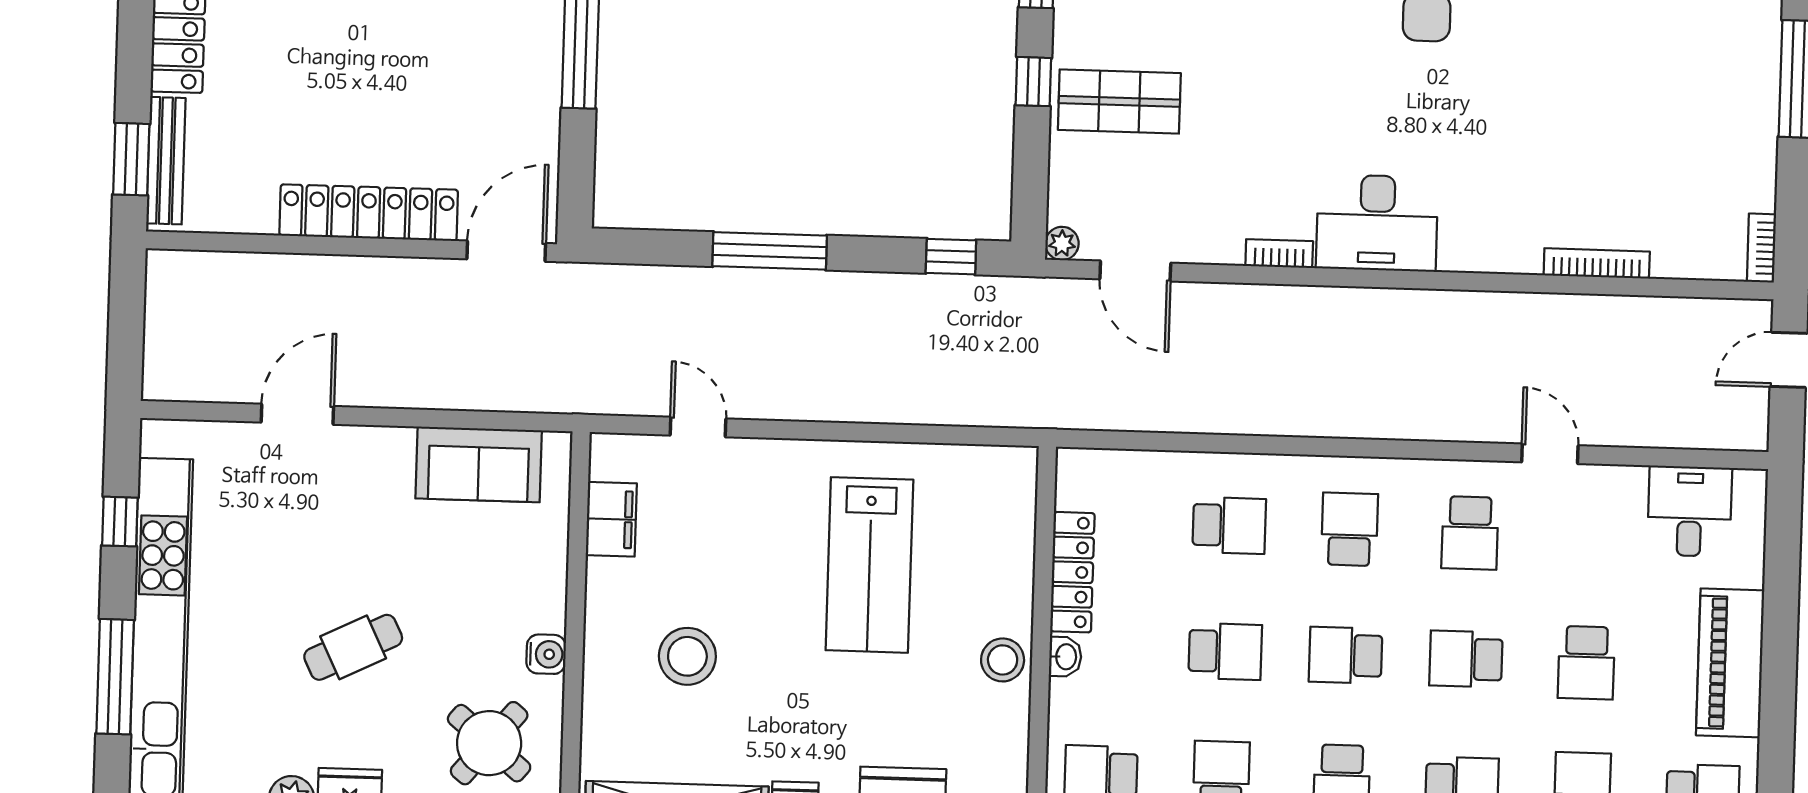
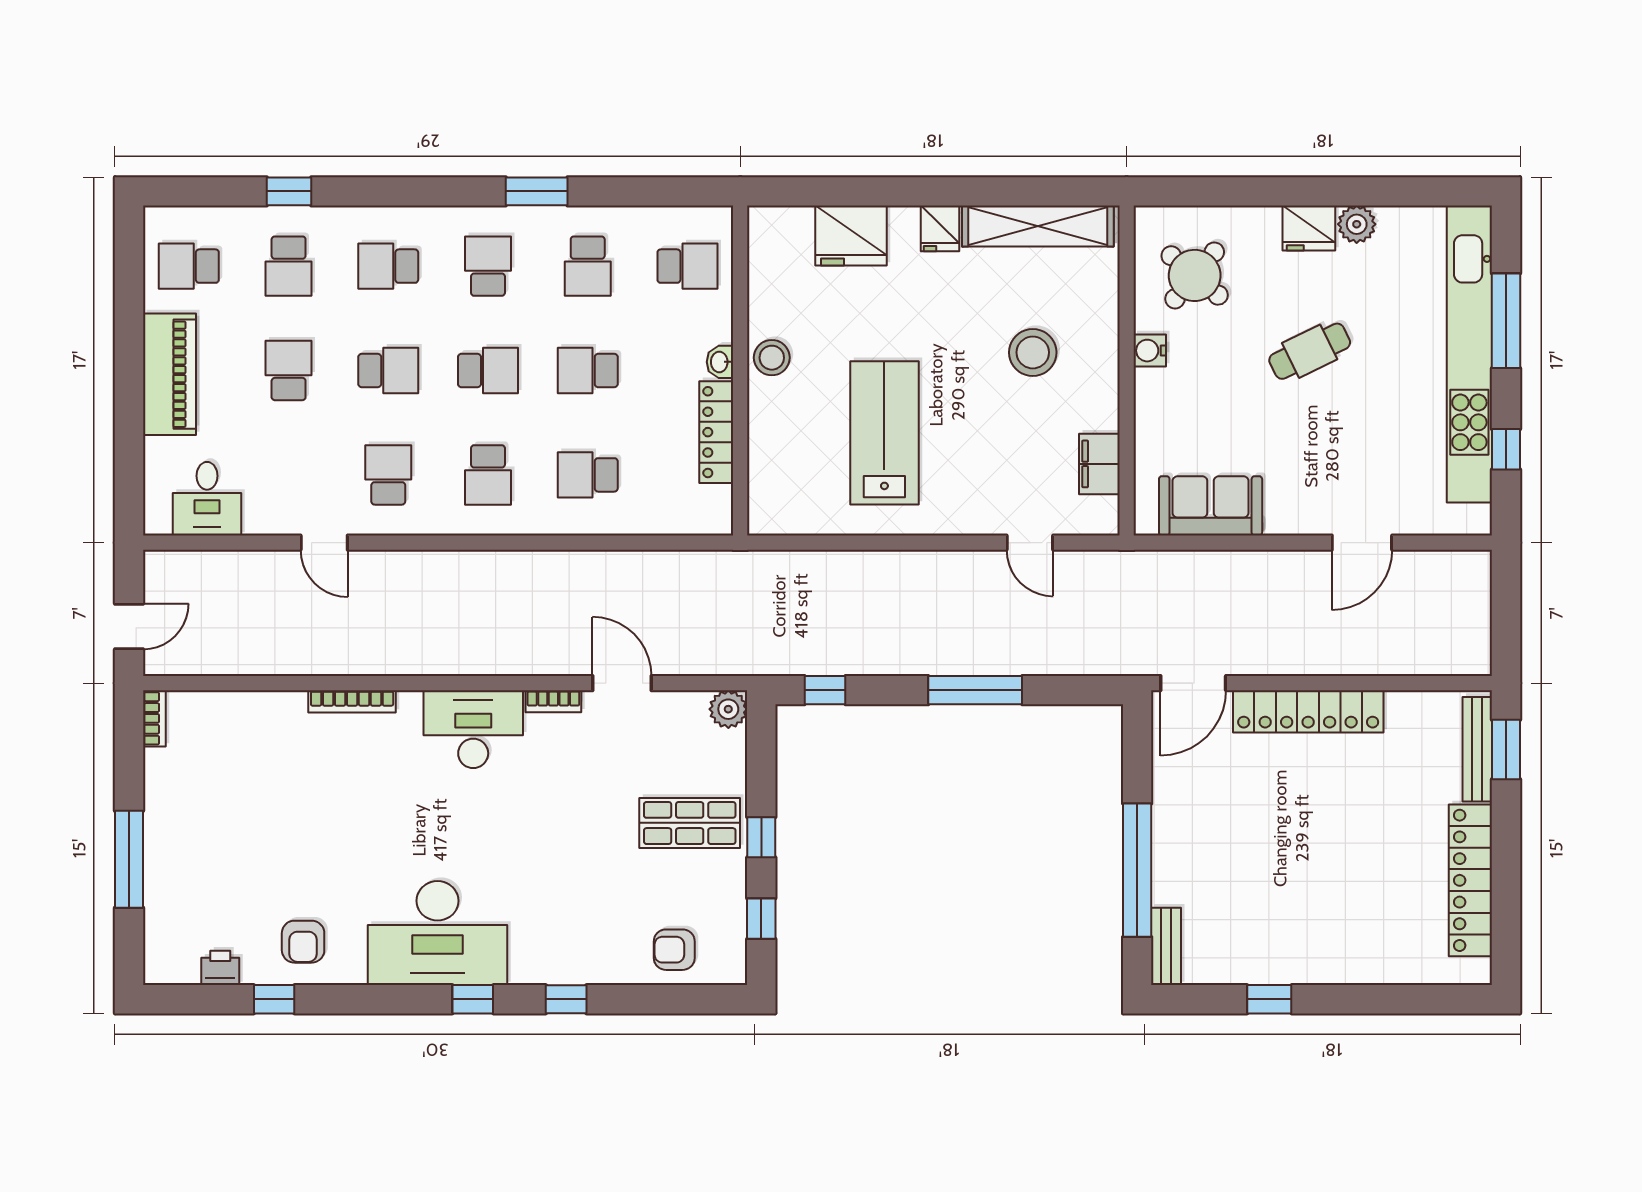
plant: (1062, 243) -> (728, 709), width x1.38, depth x1.38
bookcase: (1597, 263) -> (352, 701), moved
door: (1135, 271) -> (622, 683), moved

